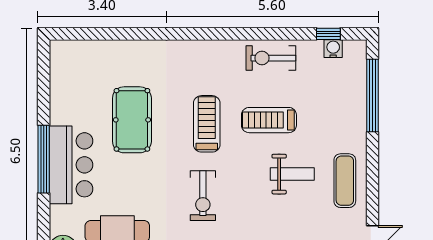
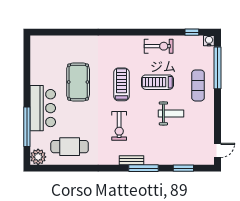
water cooler: (333, 49) -> (209, 41), moved
exercise bike: (271, 58) -> (159, 46), turned 180
window: (44, 159) -> (27, 127), moved
exercise mat: (345, 181) -> (198, 85), moved

